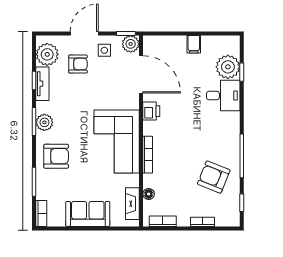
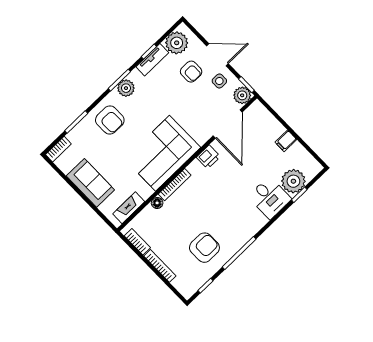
armchair: (214, 177) -> (204, 248), turned 68
floor lamp: (149, 194) -> (157, 203), moved
bookcase: (203, 222) -> (160, 266), width x1.56

